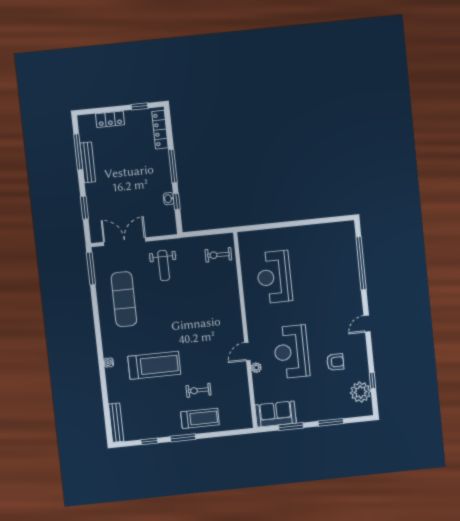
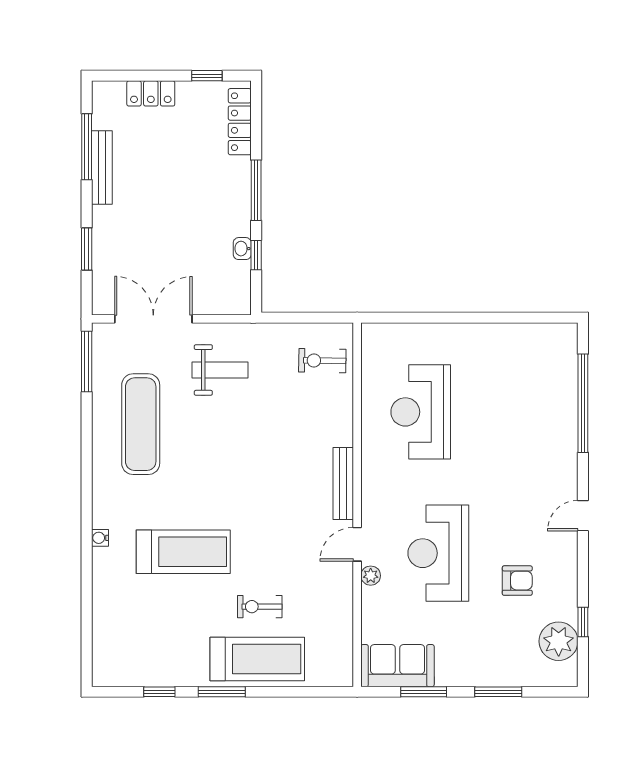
weight bench: (164, 266) -> (220, 370), turned -90
treadmill: (200, 418) -> (257, 659), width x1.37, depth x1.38
bench: (116, 423) -> (343, 484), moved

